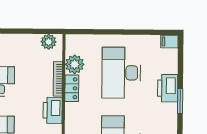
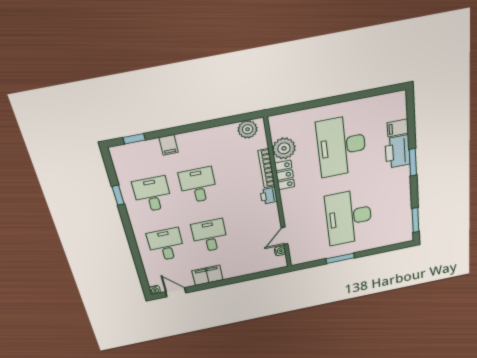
filing cabinet: (169, 42) -> (398, 128), moved
printer: (53, 110) -> (269, 196), width x0.53, depth x0.68

